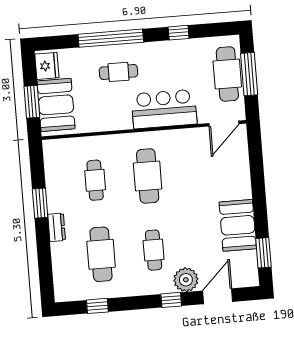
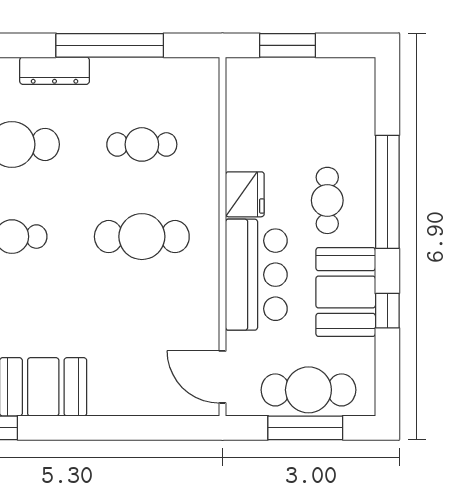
fridge: (47, 66) -> (245, 194), moved, turned -90
booth: (56, 105) -> (346, 292), moved, turned 90
window: (40, 203) -> (110, 45), width x2.11
dresser: (57, 227) -> (55, 71), width x1.44

